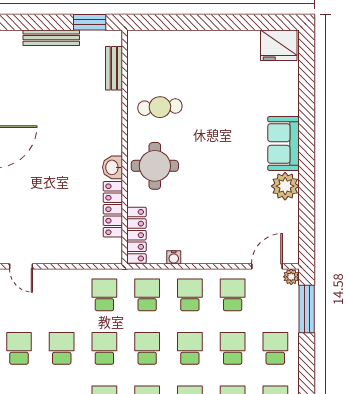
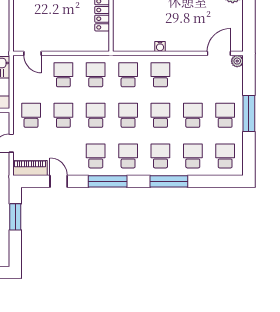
locker: (136, 235) -> (120, 30), removed
water cooler: (174, 257) -> (160, 46), moved
school desk: (233, 295) -> (63, 75), moved
window: (307, 309) -> (249, 113), moved

